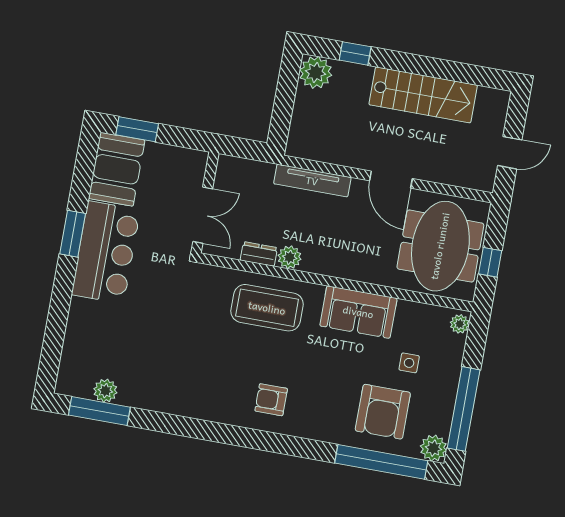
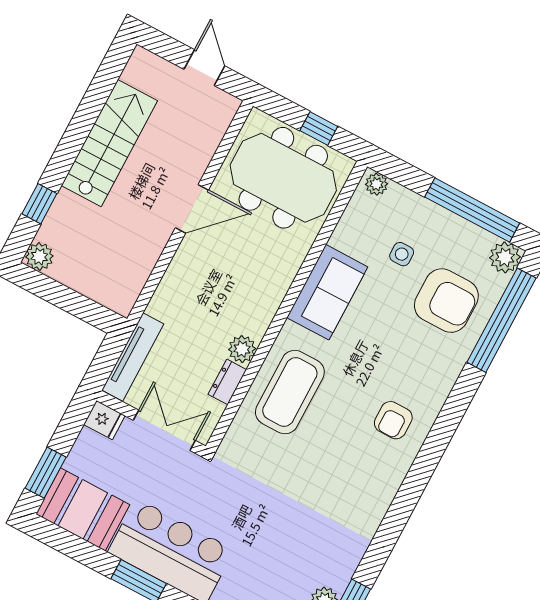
plant: (316, 72) -> (39, 256), width x0.73, depth x0.73
fridge: (195, 163) -> (104, 420), added
tv unit: (312, 181) -> (133, 357), moved

